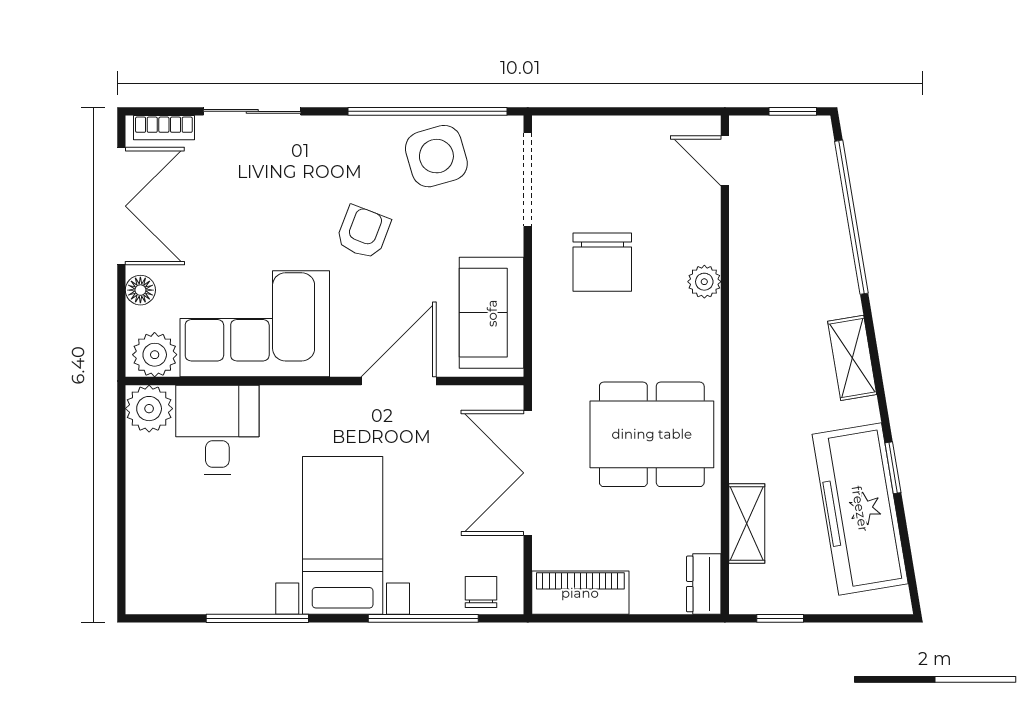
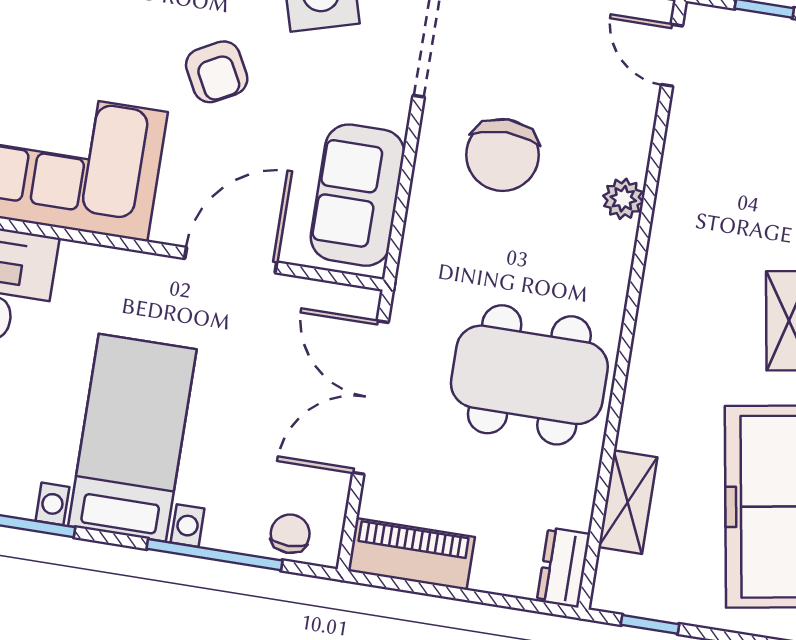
armchair: (363, 232) -> (217, 72), turned 131

